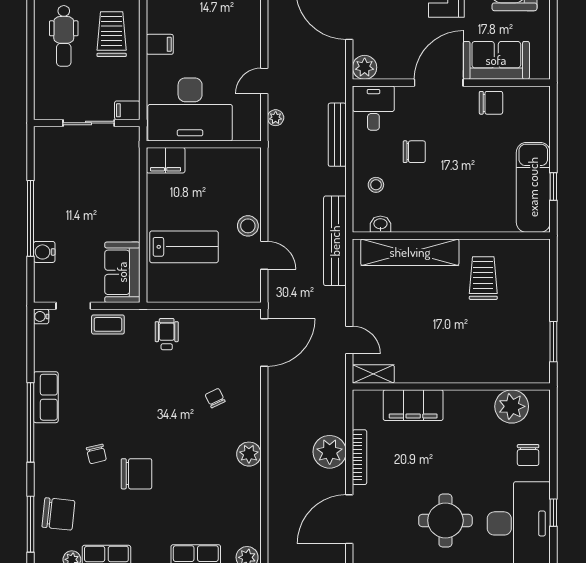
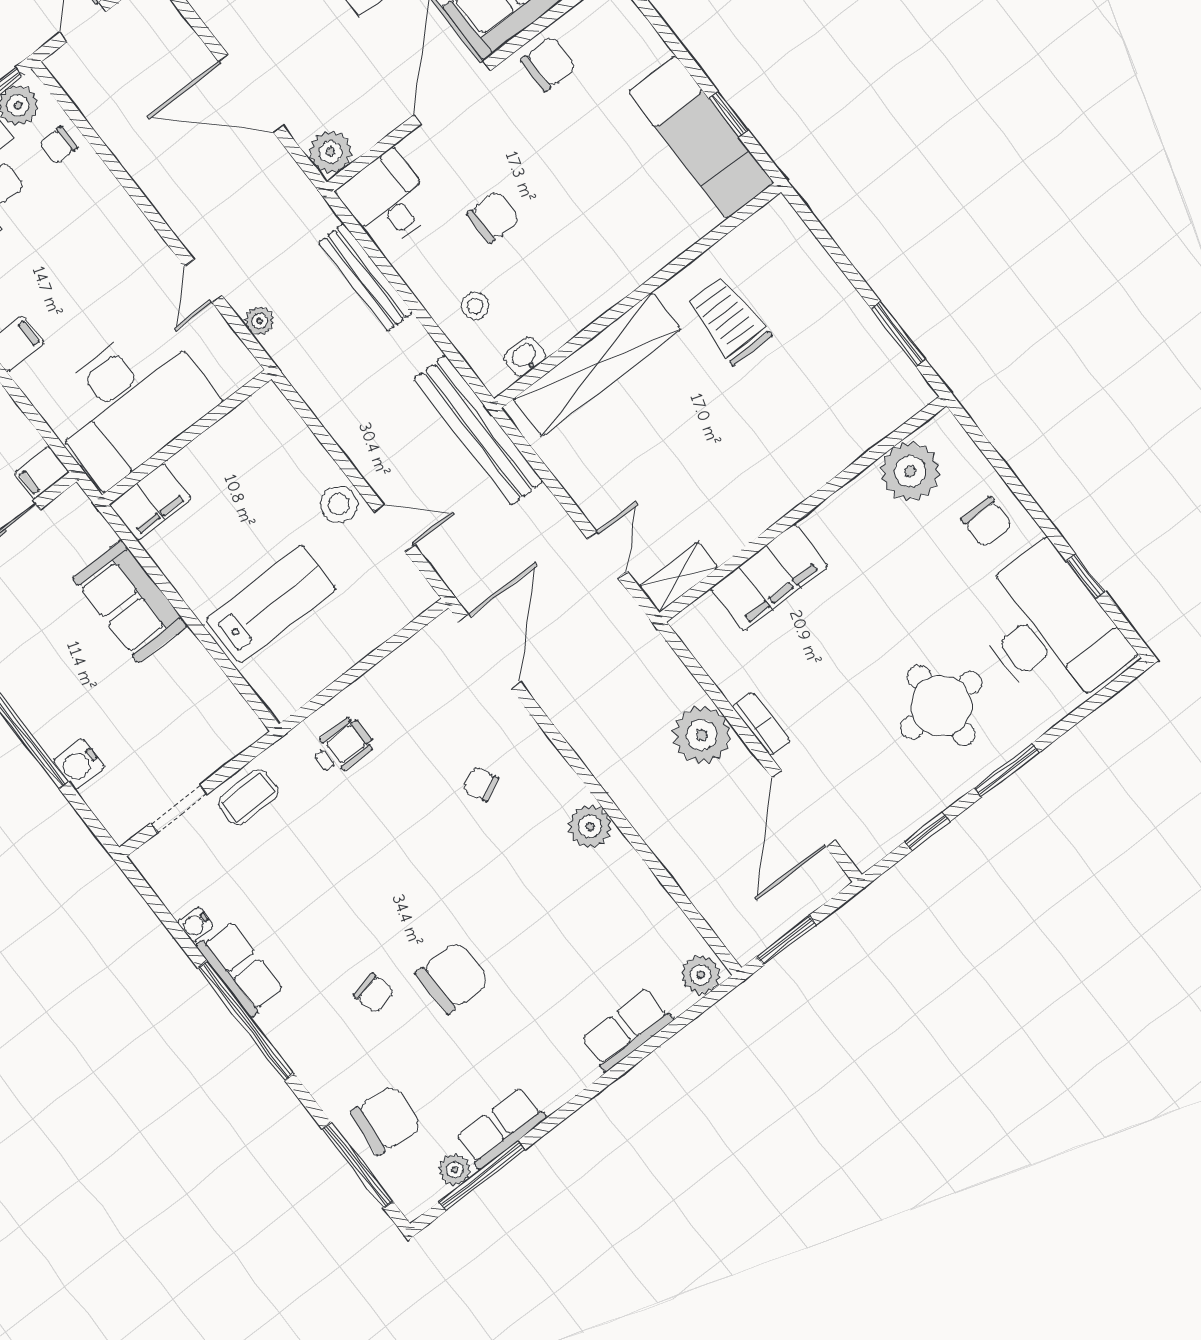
sofa: (122, 272) -> (130, 601), moved
water cooler: (41, 316) -> (195, 924), moved
wheelchair: (167, 334) -> (342, 747), turned 90
door: (349, 340) -> (607, 555), hinge flipped
bookcase: (360, 457) -> (761, 724), width x0.64

